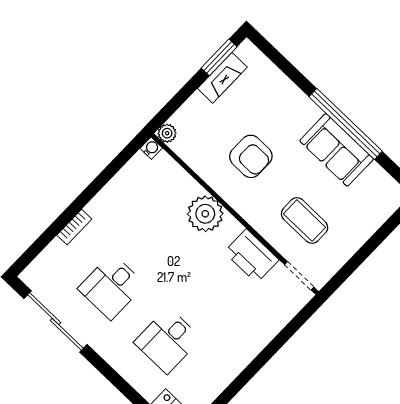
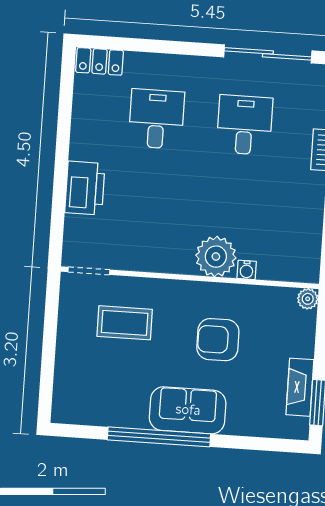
water cooler: (151, 148) -> (247, 270), moved
sofa: (337, 150) -> (188, 410), moved
printer: (251, 256) -> (85, 188), moved, turned 90

